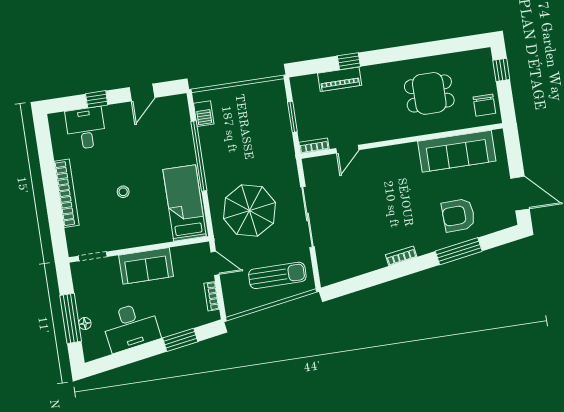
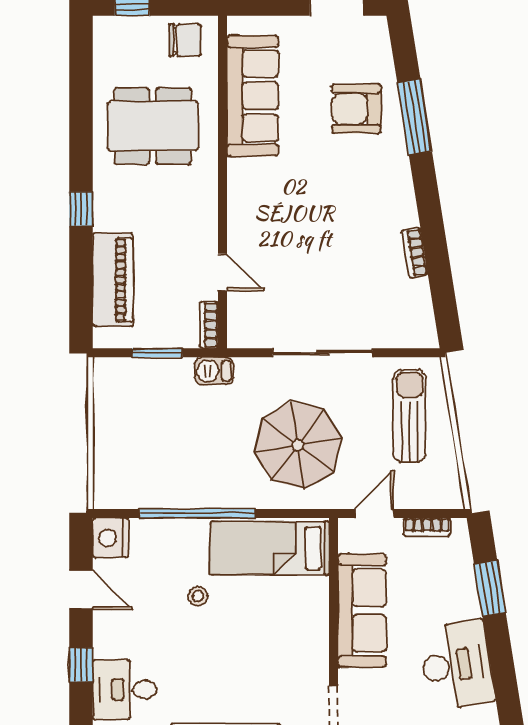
window: (349, 61) -> (81, 209), moved
piano: (340, 79) -> (113, 280), width x1.37, depth x1.33
dining table: (429, 93) -> (153, 126), width x1.38
nightstand: (176, 106) -> (111, 538), added
barbecue: (204, 114) -> (214, 371), moved, turned 180
stool: (123, 192) -> (198, 596), moved
armchair: (458, 215) -> (356, 109), turned 92
bookcase: (401, 256) -> (415, 253), moved
sofa: (146, 266) -> (362, 611), width x1.36

